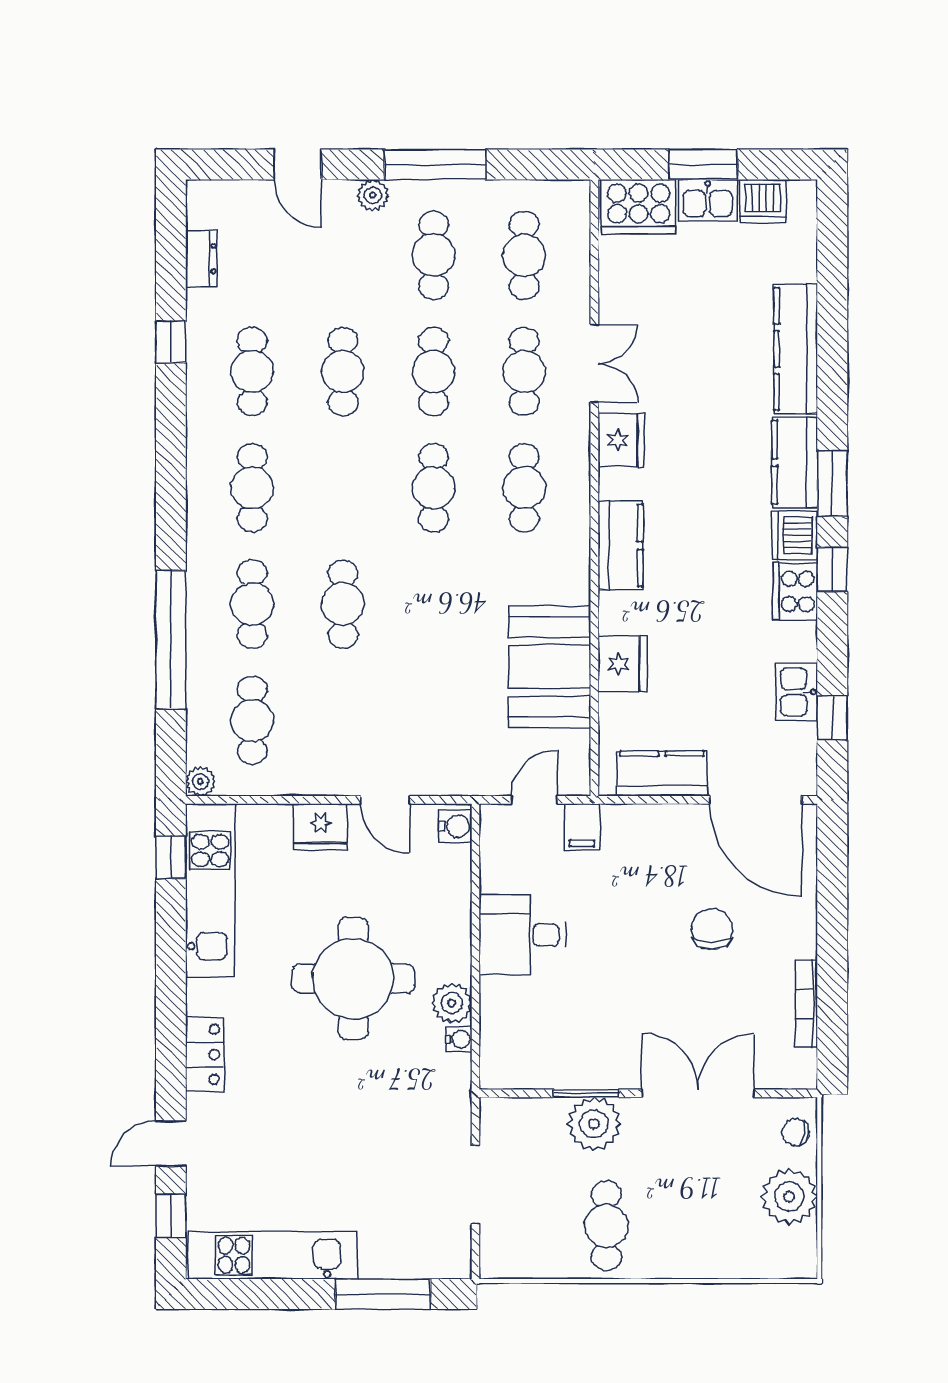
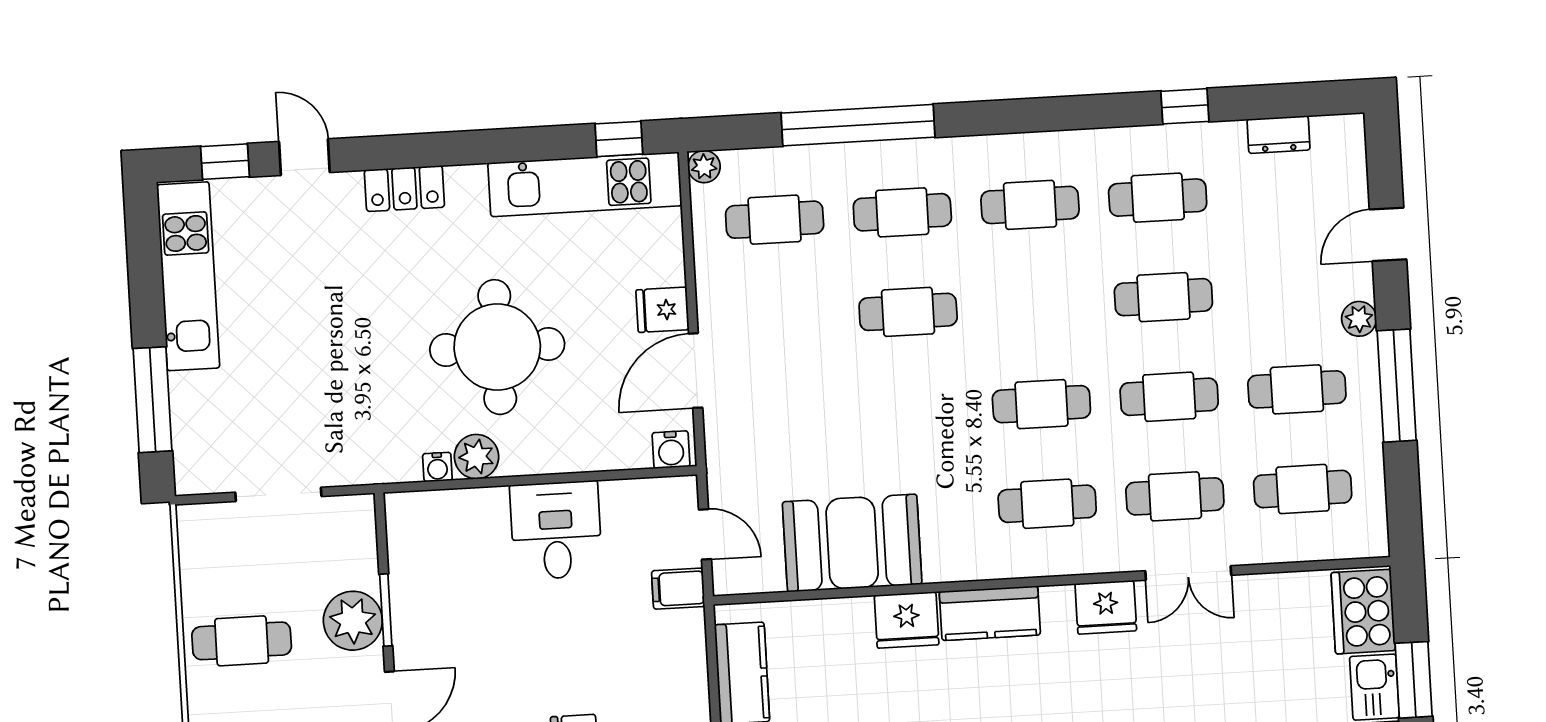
fridge: (622, 664) -> (907, 620), moved
door: (385, 800) -> (696, 371), width x1.38
fridge: (321, 827) -> (662, 310), width x0.72

